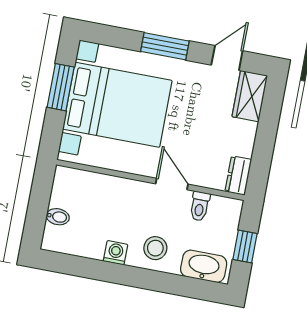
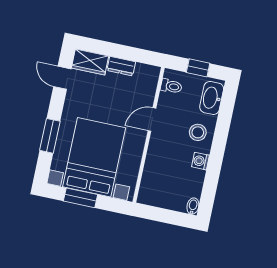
window: (165, 46) -> (50, 136), moved
dresser: (238, 176) -> (121, 66), moved
toilet: (200, 206) -> (171, 86), moved
bidet: (58, 217) -> (193, 206), moved

